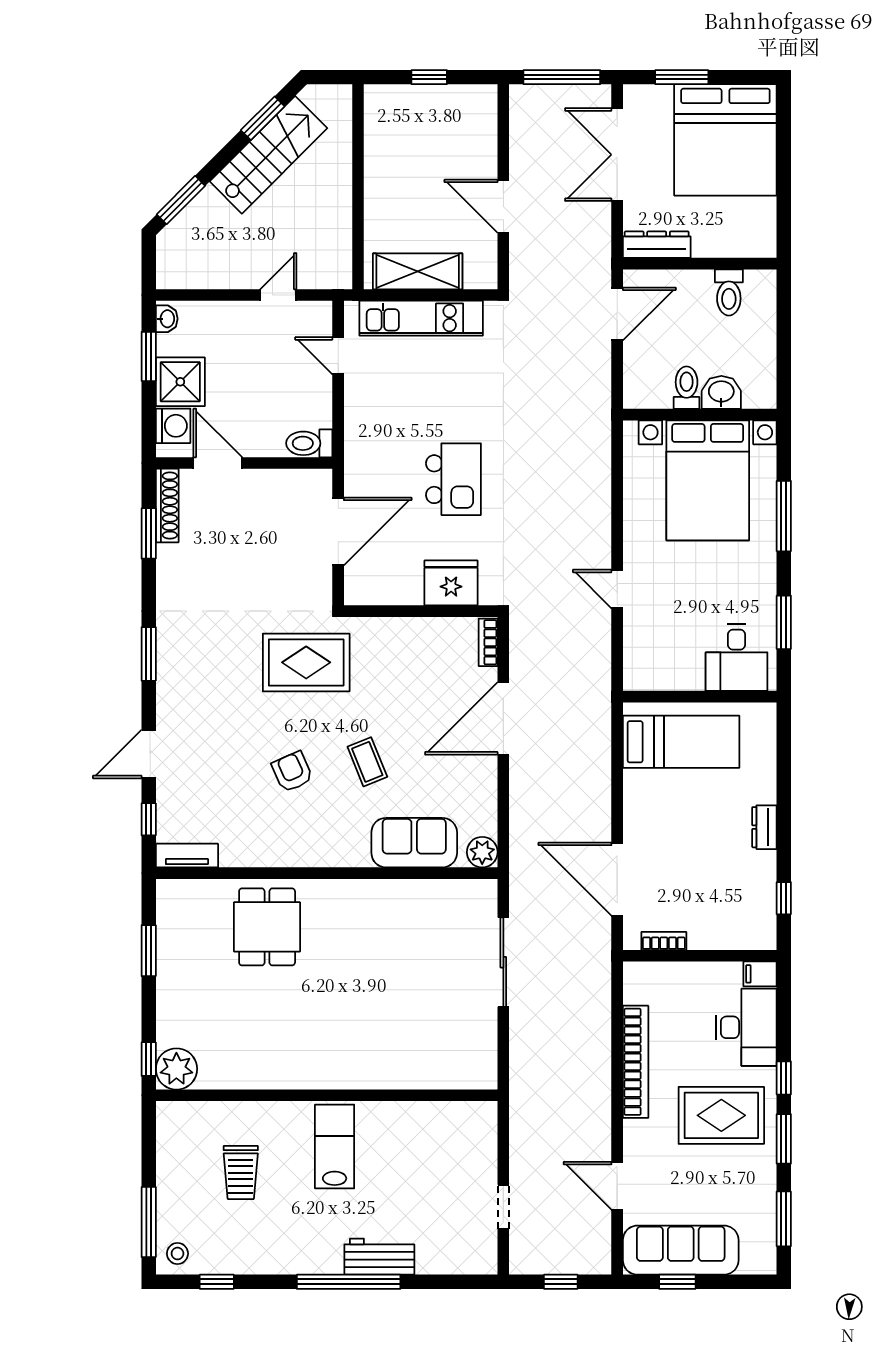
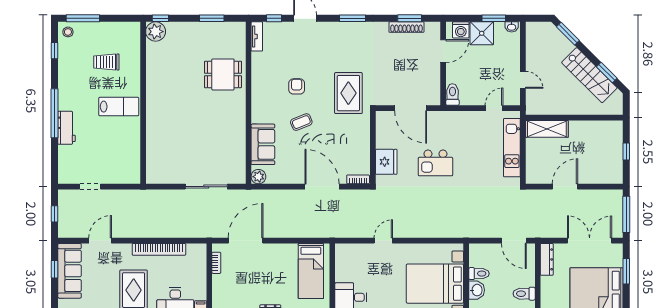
shelving: (418, 271) -> (547, 129), moved, turned 90
shoe rack: (167, 506) -> (406, 27), moved
armchair: (292, 772) -> (297, 86), turned -66

